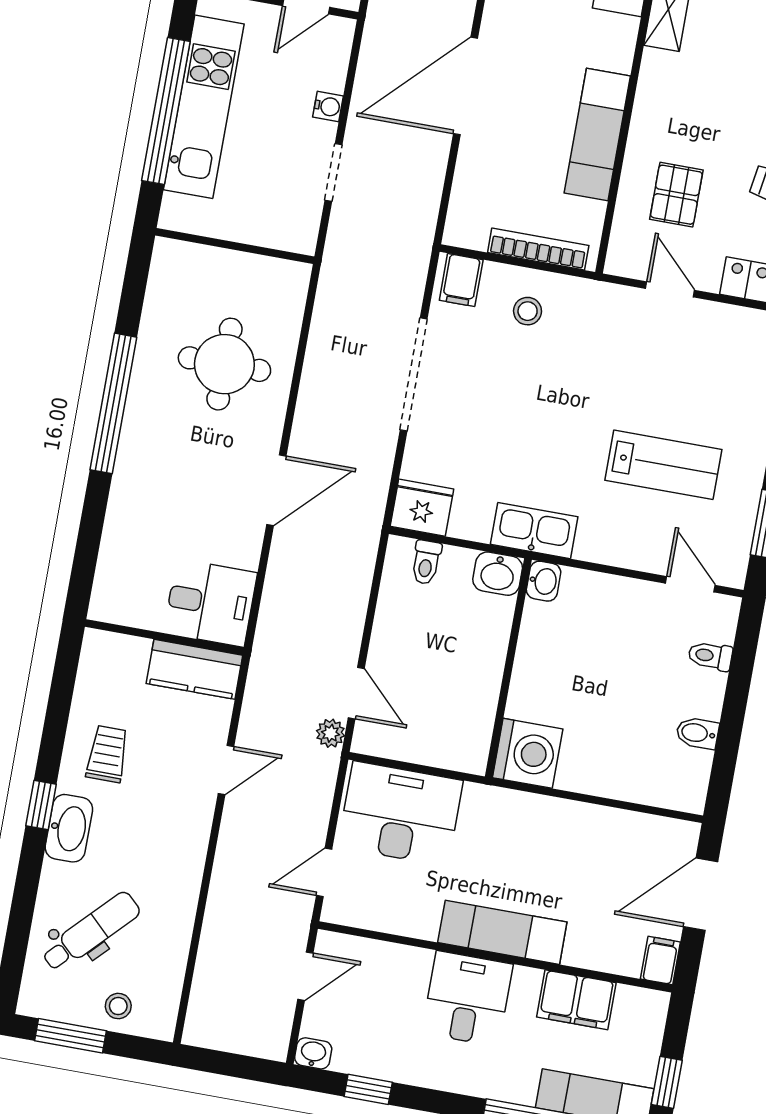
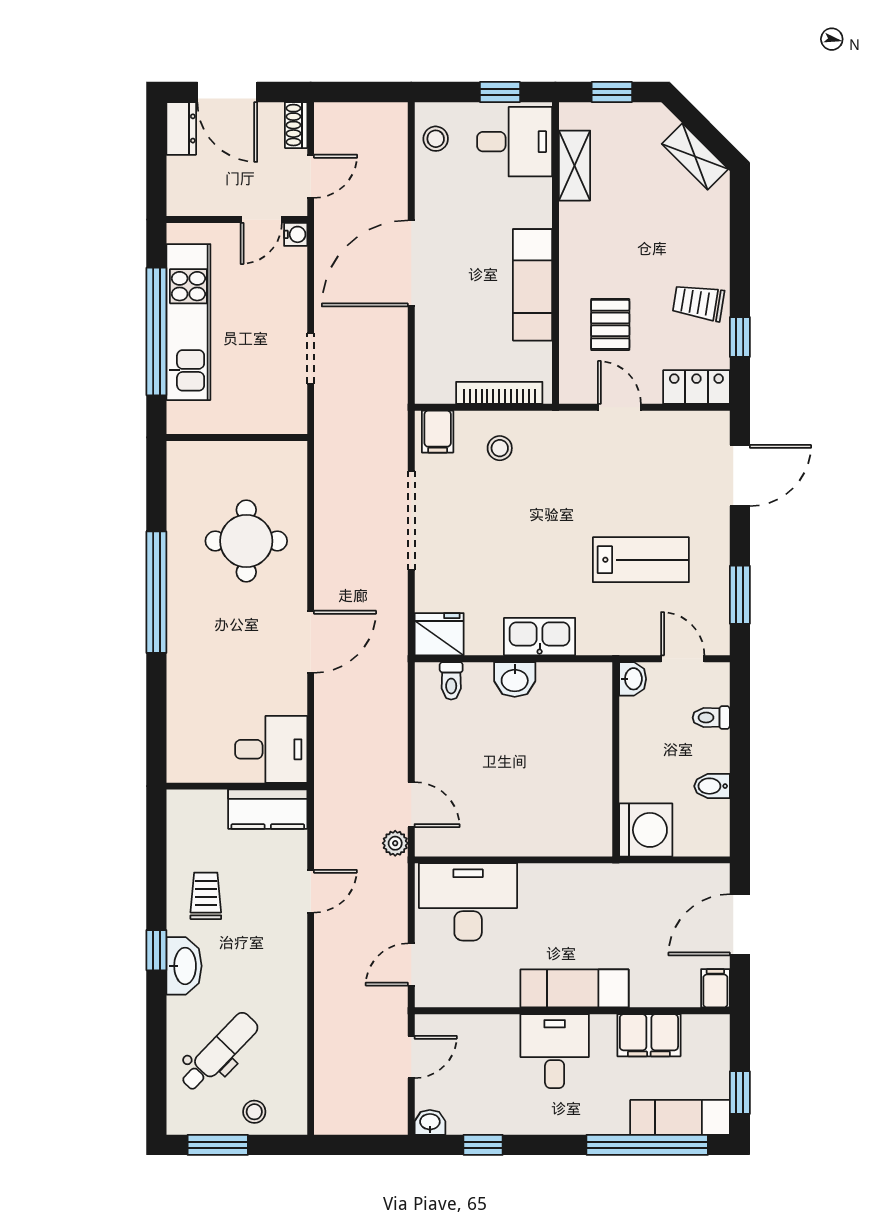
water cooler: (328, 106) -> (296, 234), moved
washbasin: (544, 581) -> (633, 679), moved
wall: (508, 668) -> (616, 759), moved
washing machine: (528, 753) -> (646, 830), moved

